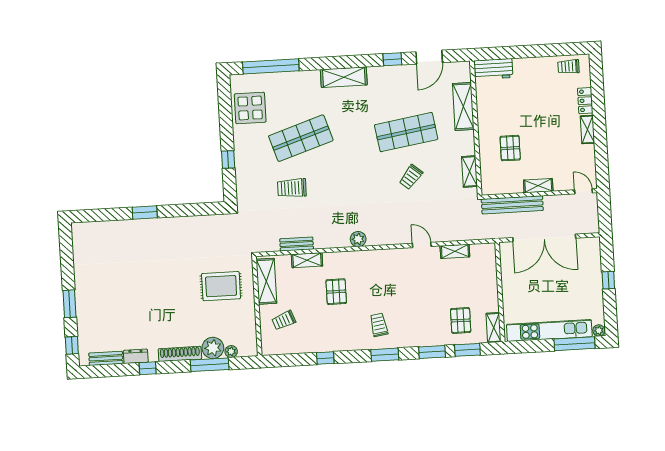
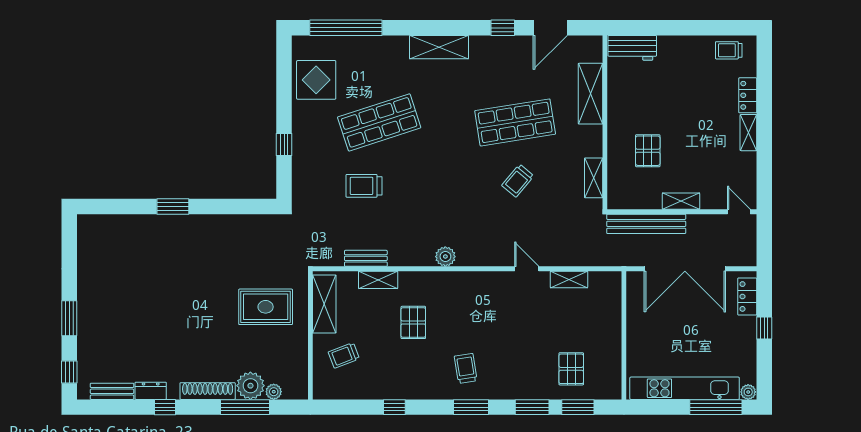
locker: (594, 257) -> (747, 296), added
shelving: (494, 328) -> (613, 380), removed

